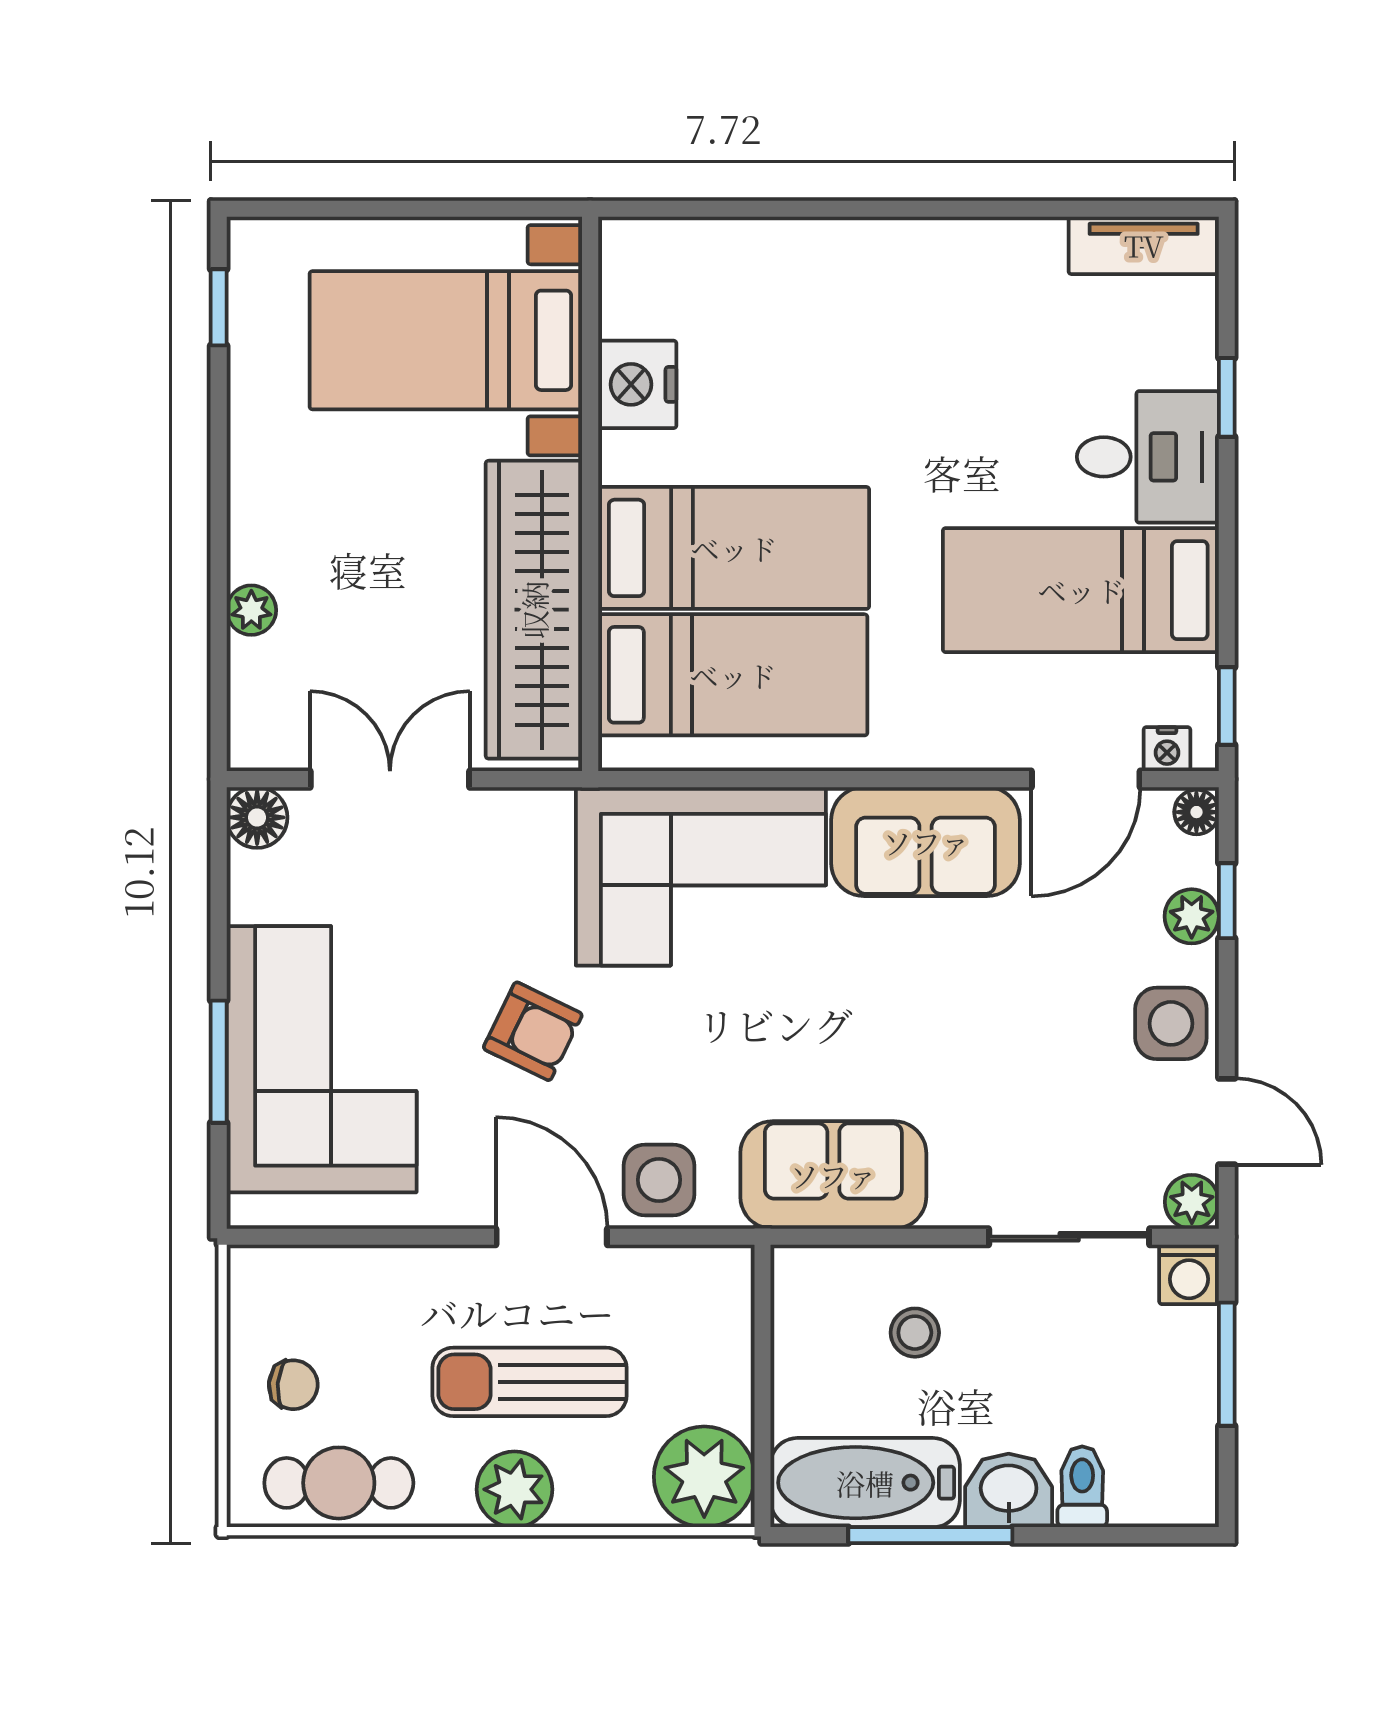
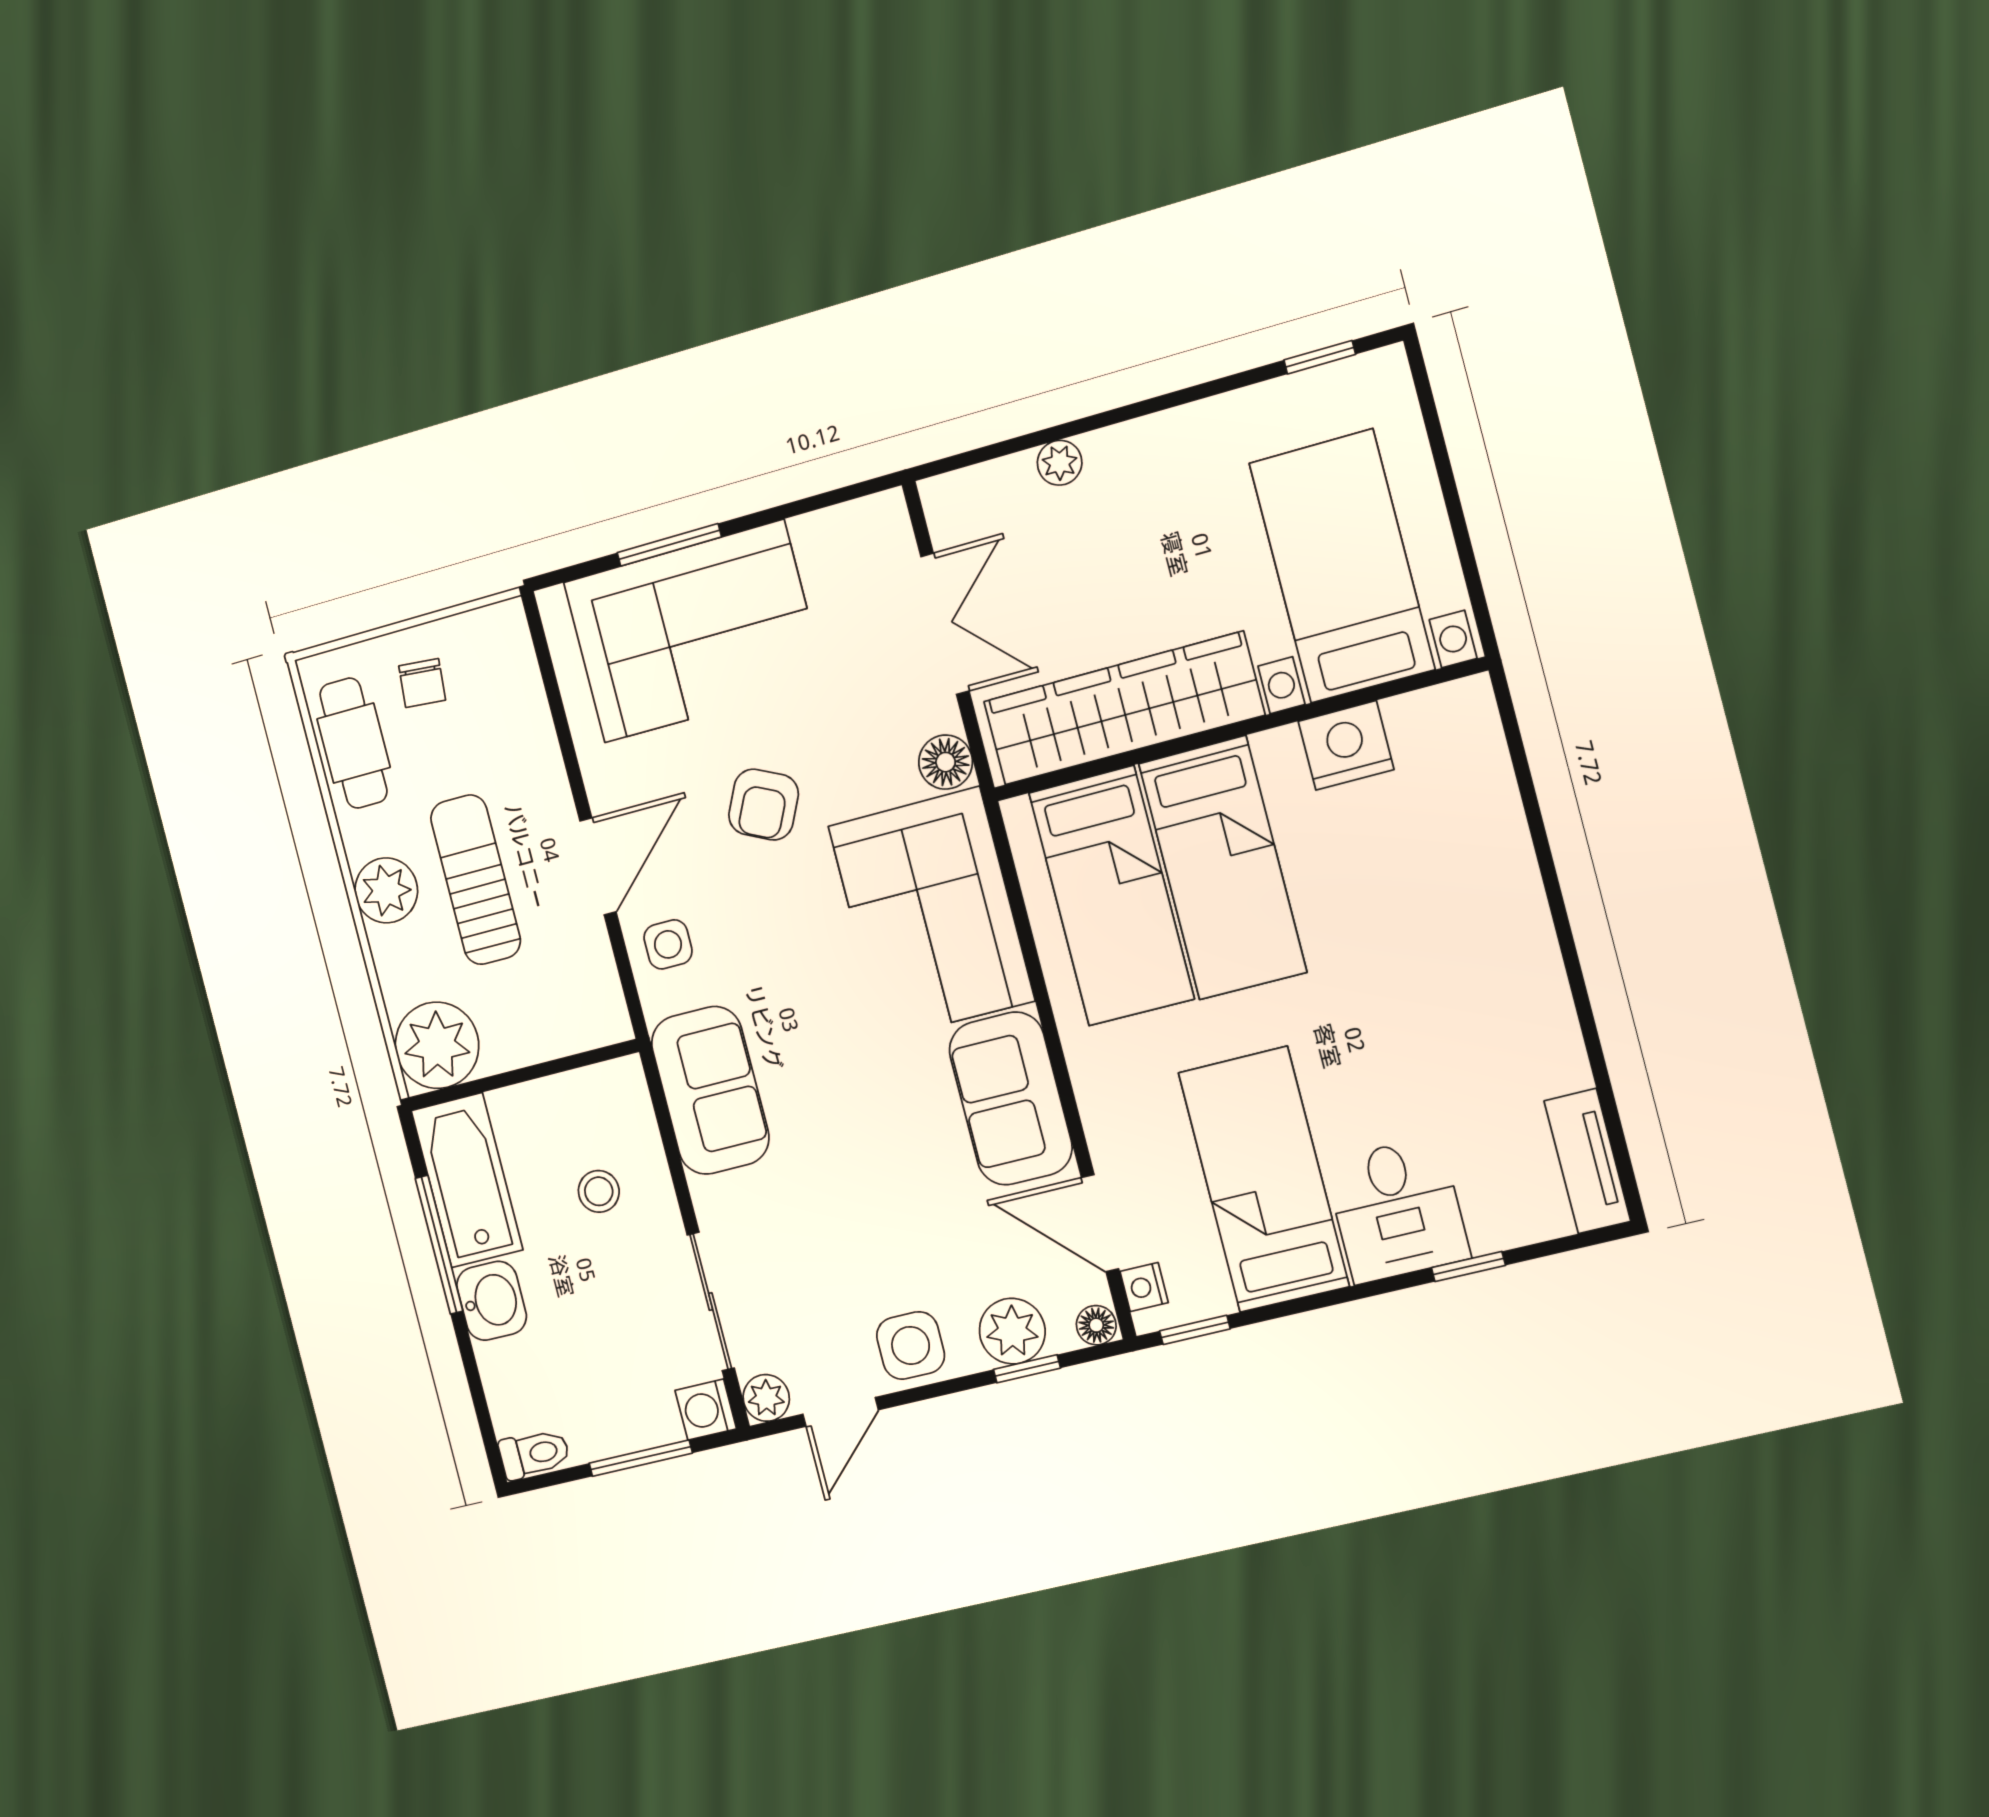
floor lamp: (257, 817) -> (946, 762), moved
plant: (1192, 916) -> (1012, 1331), width x1.38, depth x1.38
side table: (659, 1180) -> (668, 944), width x0.73, depth x0.73
toilet: (1082, 1487) -> (534, 1454), moved

